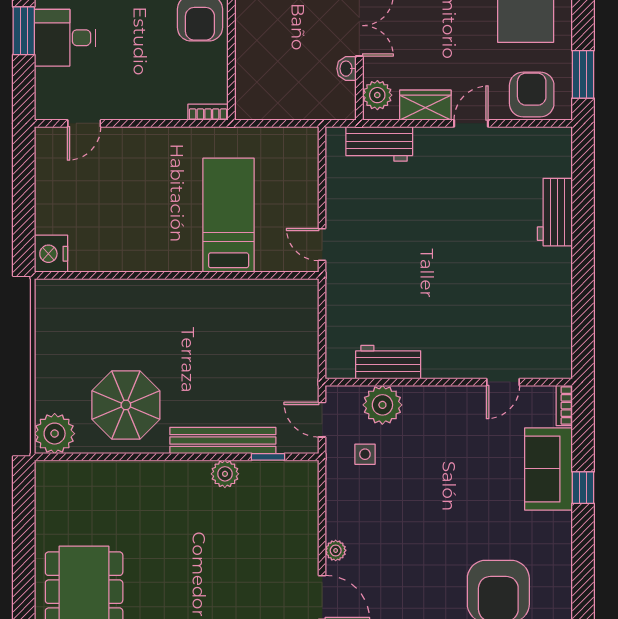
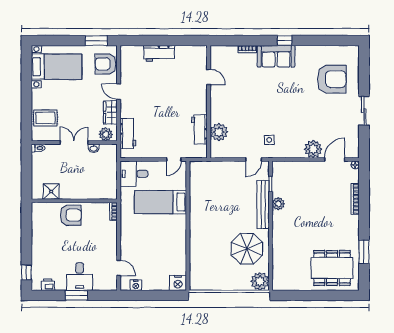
desk: (291, 157) -> (134, 174), added
nightstand: (46, 161) -> (136, 285), added
workbench: (388, 362) -> (199, 129), moved
wall: (449, 382) -> (209, 102), moved
door: (503, 382) -> (209, 77), moved
plant: (382, 405) -> (219, 132), moved
plant: (336, 550) -> (313, 149), width x1.88, depth x1.88

